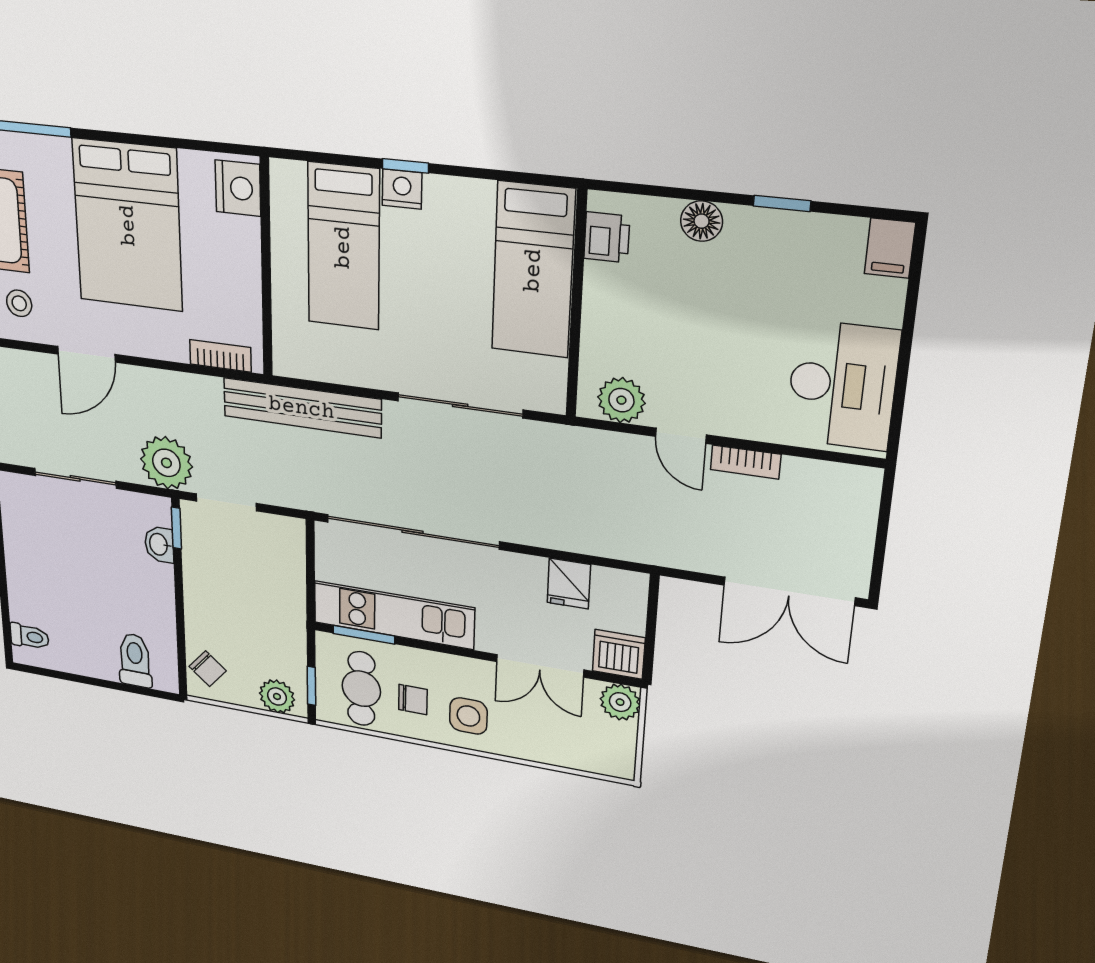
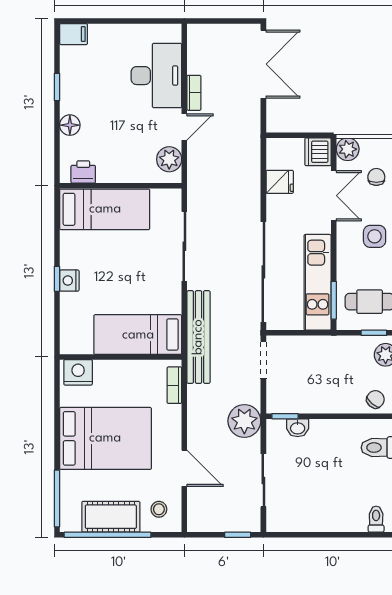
bed: (343, 247) -> (138, 335), moved, turned 180
desk: (842, 385) -> (156, 76), moved, turned 90
doorway: (226, 502) -> (263, 360), moved
chair: (413, 700) -> (376, 177), moved

